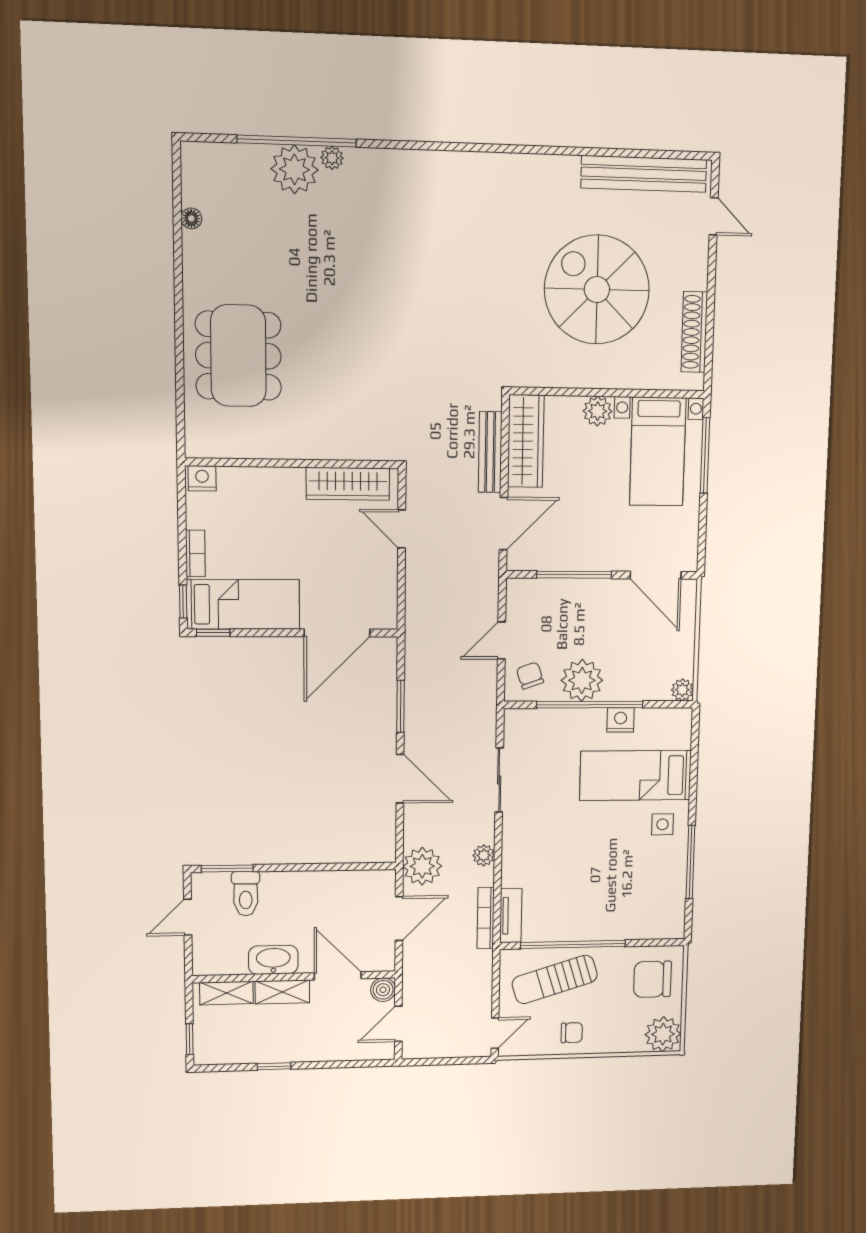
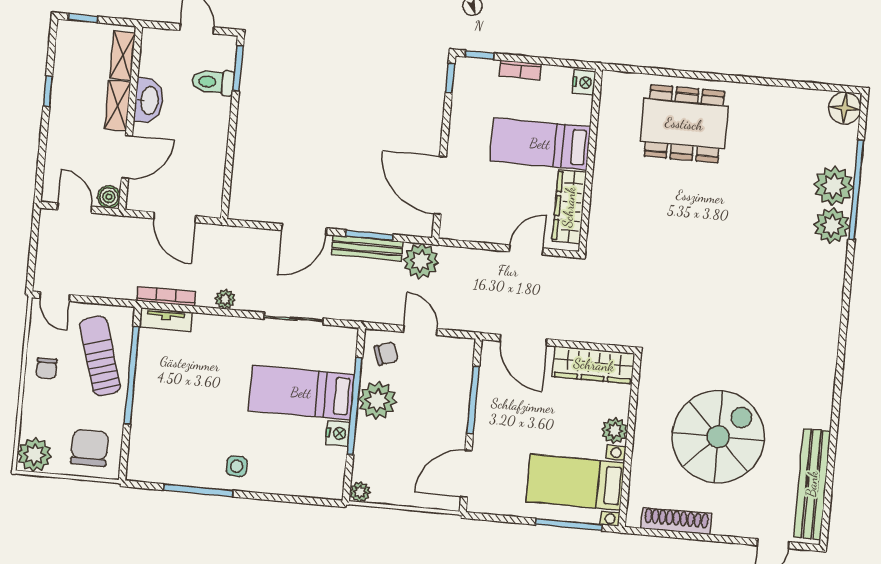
plant: (332, 158) -> (832, 226), width x1.88, depth x1.88
floor lamp: (191, 218) -> (845, 108), moved, width x1.89, depth x1.89
bench: (490, 452) -> (367, 248), moved
bed: (243, 604) -> (540, 144), moved, turned 90
bed: (636, 775) -> (301, 393), moved, turned -90
plant: (422, 866) -> (421, 261), moved

